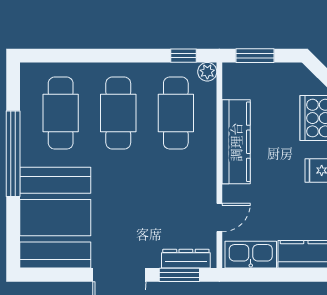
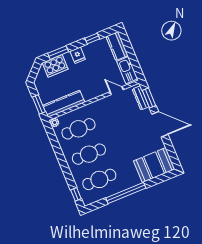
window: (183, 56) -> (76, 194), moved
kitchen counter: (236, 142) -> (64, 104), moved
booth: (55, 218) -> (154, 165), width x0.73, depth x0.70

